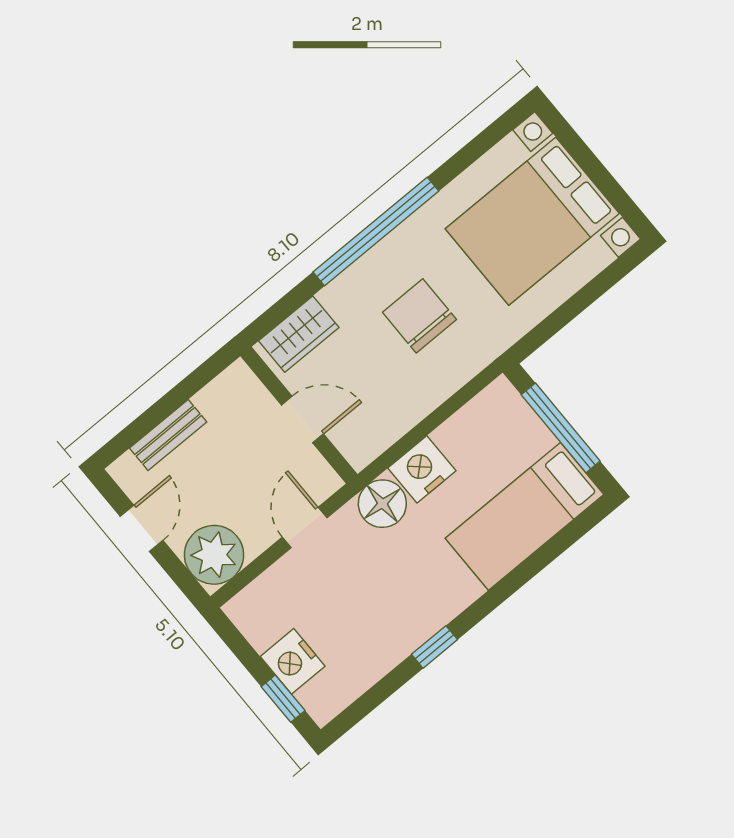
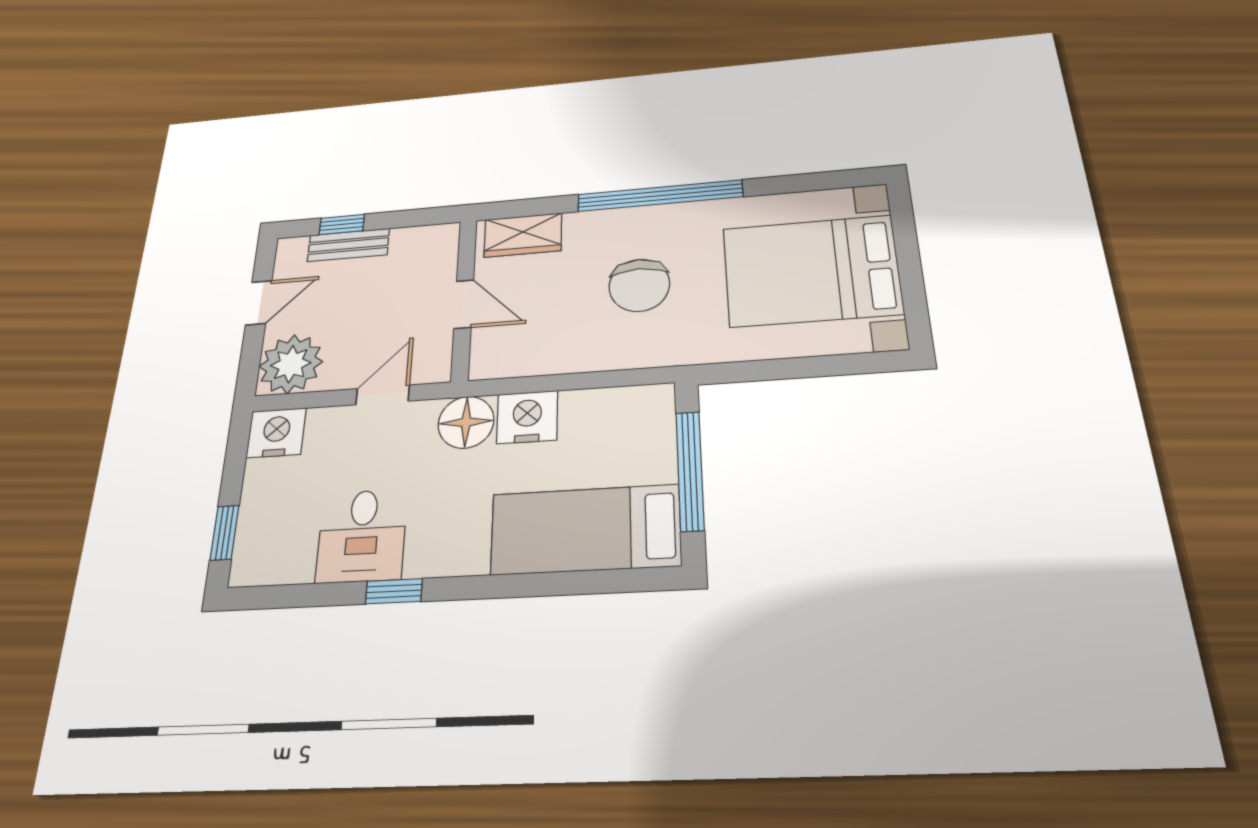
chair: (419, 316) -> (639, 285), turned 180
window: (146, 422) -> (342, 224), added
desk: (380, 630) -> (362, 536), added
nightstand: (293, 661) -> (276, 433), moved, turned 90

